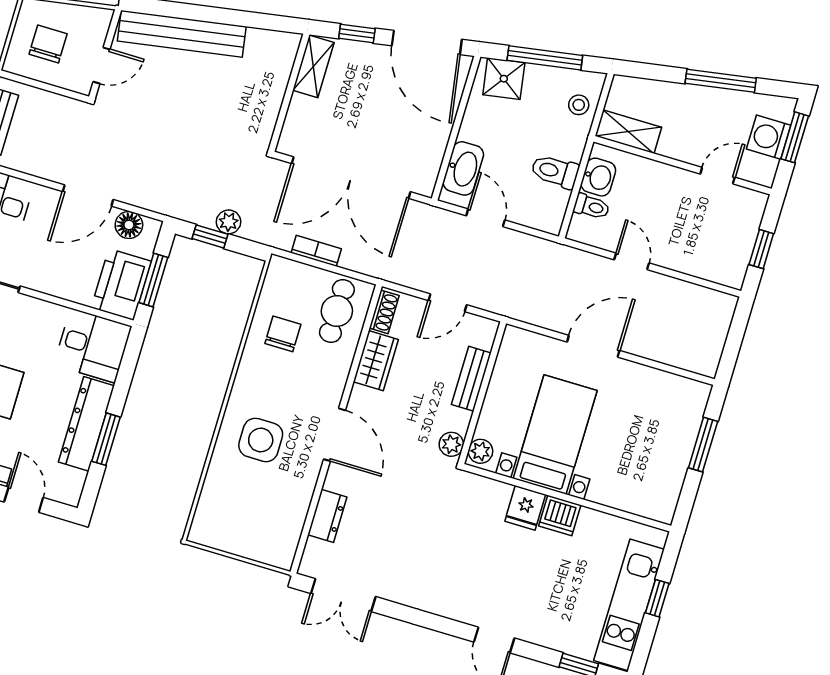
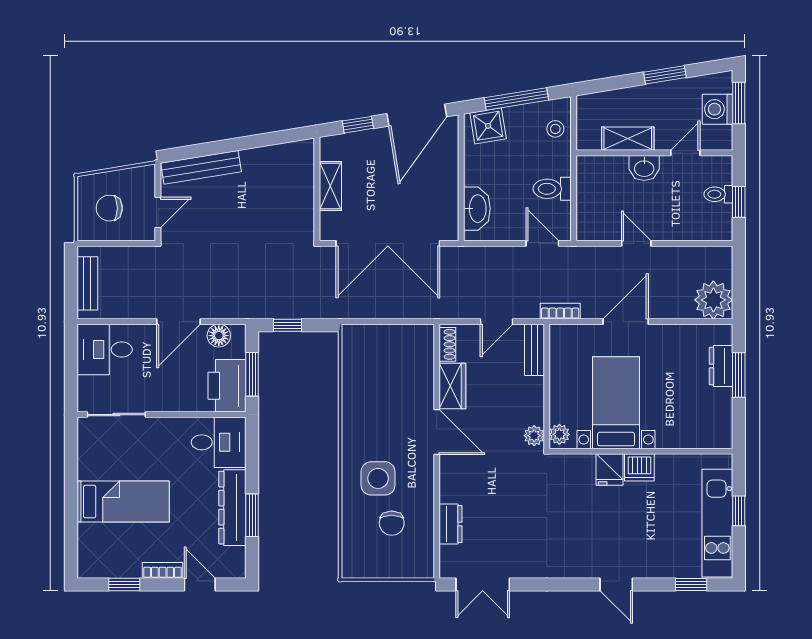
bench: (182, 34) -> (201, 167), width x0.73, depth x0.82
door: (427, 43) -> (417, 115), hinge flipped
chair: (48, 44) -> (109, 208), turned -90
shelving: (313, 66) -> (330, 186), moved
window: (721, 81) -> (665, 75), width x0.69
shelving: (628, 132) -> (628, 139), moved
washbasin: (598, 177) -> (644, 168), moved, turned 90
toilet: (591, 207) -> (718, 194), moved, turned 180
door: (486, 218) -> (542, 243), moved
plant: (229, 222) -> (713, 300), moved, width x1.88, depth x1.88
bookcase: (316, 251) -> (560, 311), moved
cafe table: (337, 311) -> (409, 355), removed
chair: (283, 334) -> (392, 523), moved, turned 180
bench: (471, 379) -> (534, 350), moved
dresser: (686, 429) -> (721, 366), added
door: (334, 435) -> (437, 432), moved

